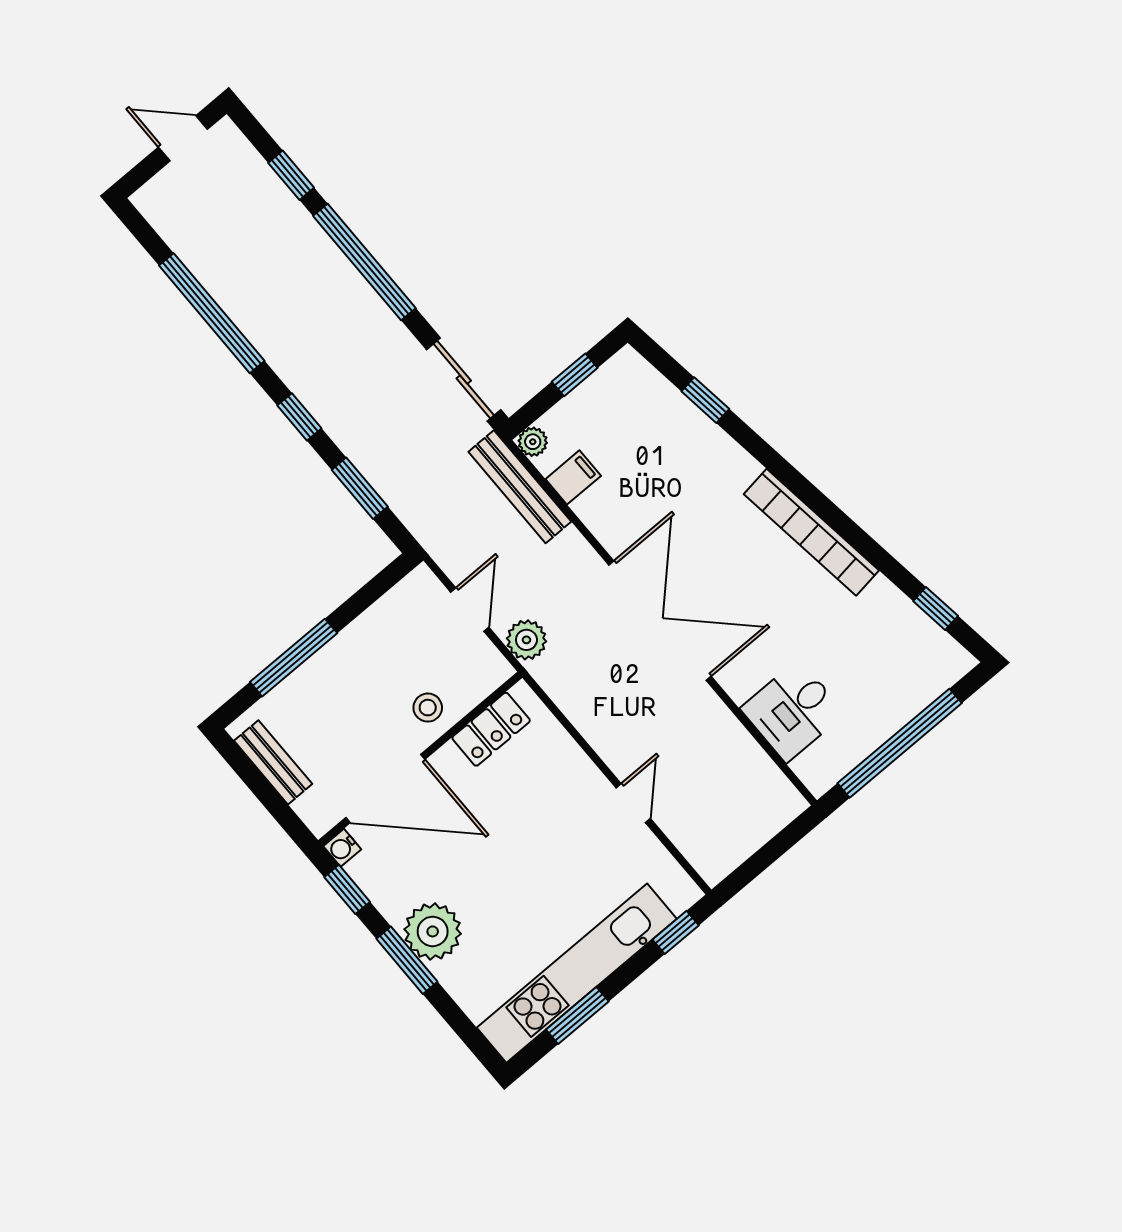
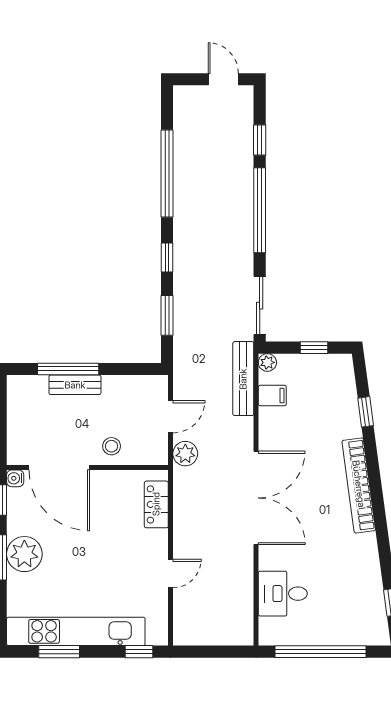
bookcase: (811, 532) -> (359, 485), moved
locker: (491, 729) -> (156, 504), moved, turned 90
bench: (273, 762) -> (75, 385), moved, turned 90

